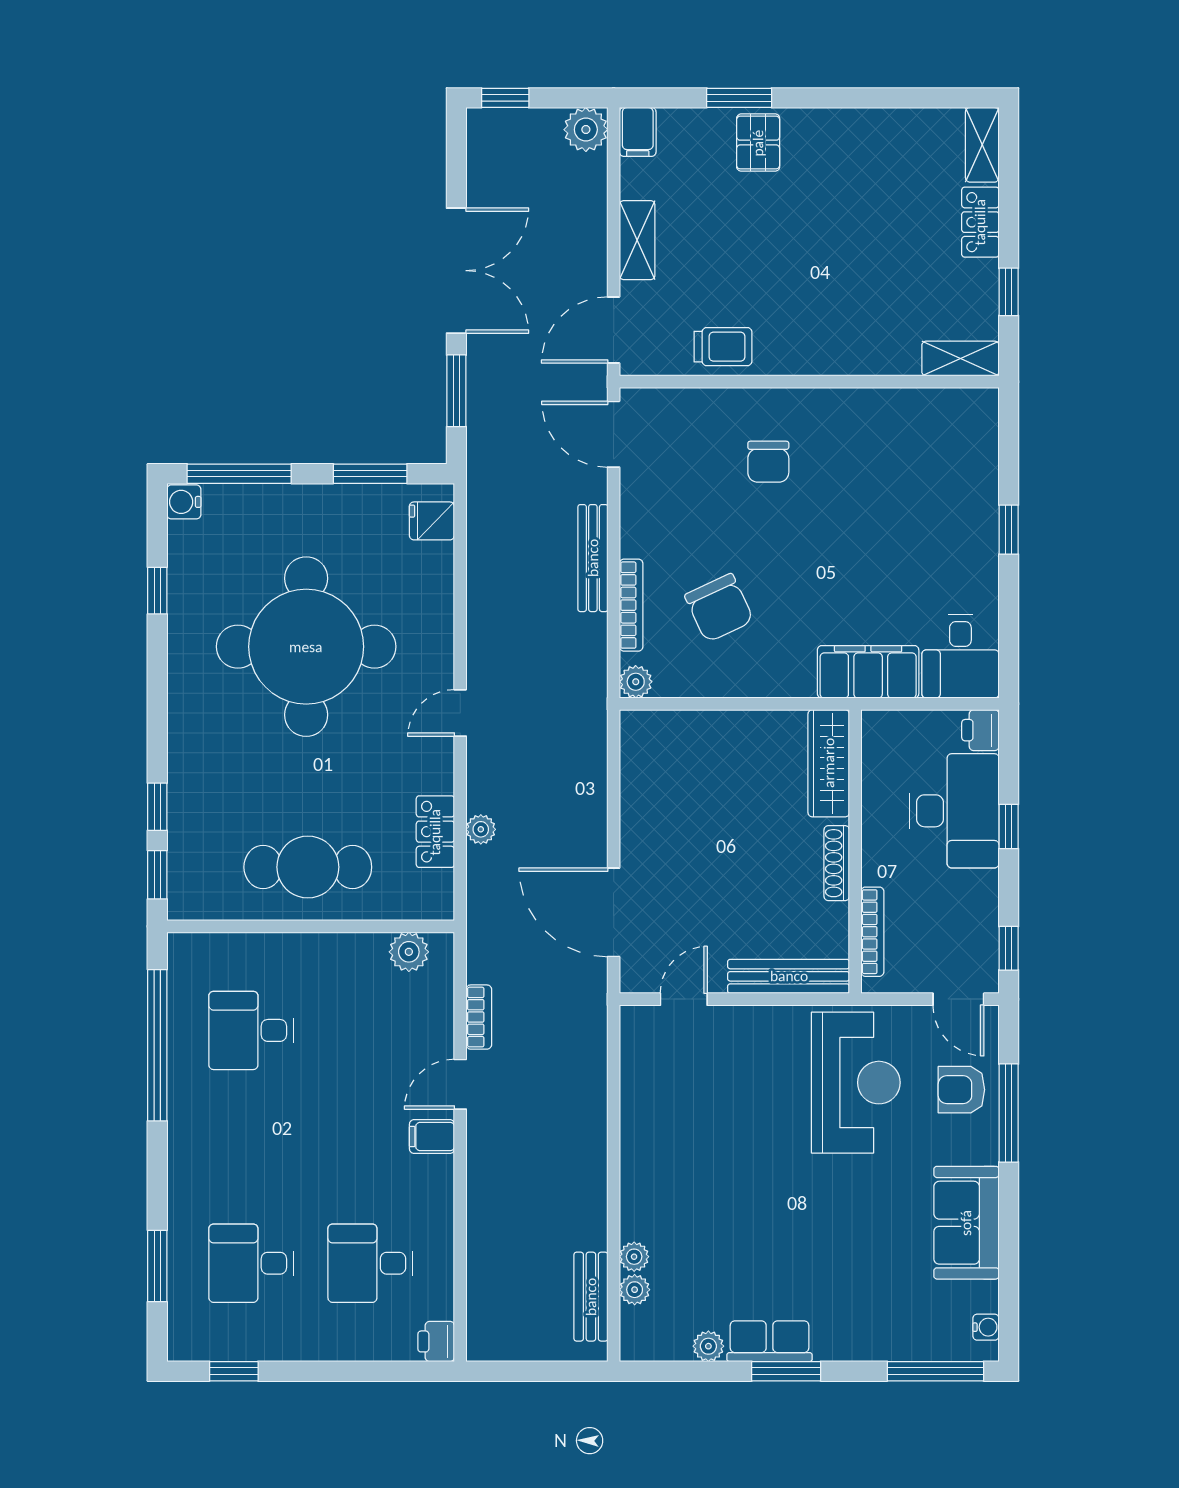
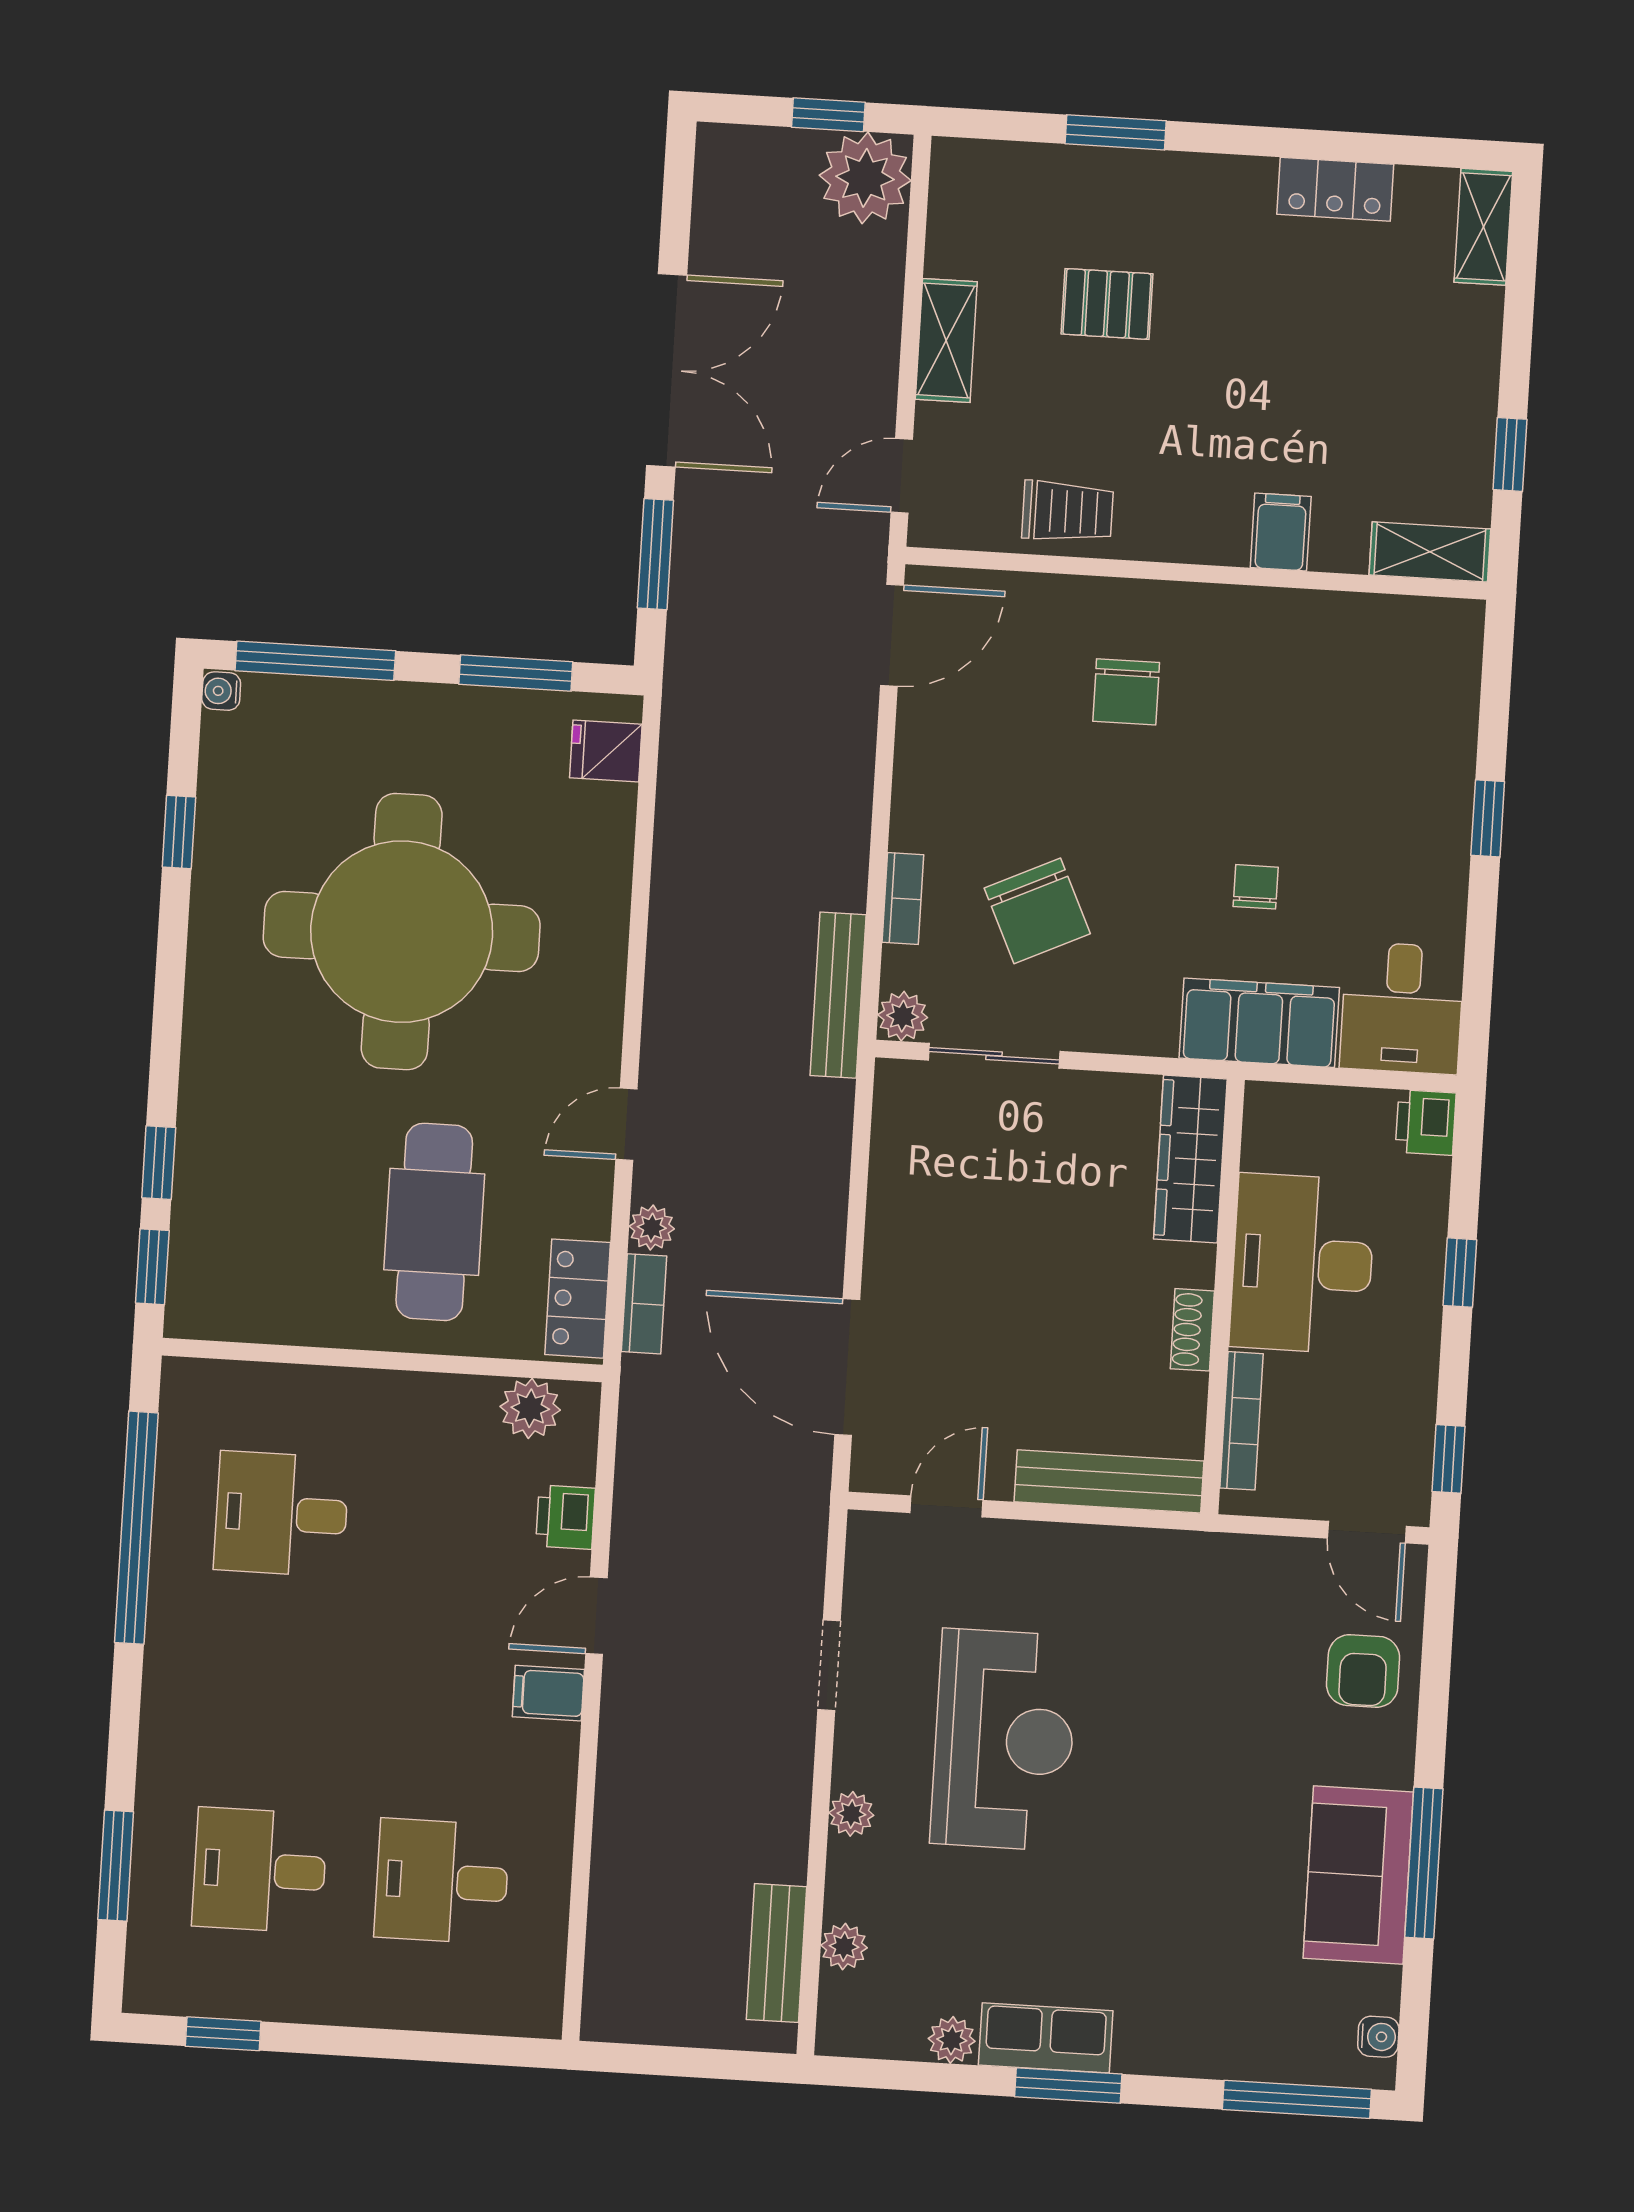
window: (505, 98) -> (828, 115), moved
plant: (586, 130) -> (865, 178), width x1.36, depth x1.36
filing cabinet: (638, 132) -> (1281, 532), moved, turned 180
pallet: (758, 143) -> (1107, 304), moved, turned 90
locker: (980, 222) -> (1335, 189), moved, turned -90
door: (614, 330) -> (902, 476), width x0.73
door: (614, 434) -> (892, 635), swing flipped
water cooler: (184, 502) -> (221, 691), width x0.72, depth x0.72
bench: (593, 558) -> (838, 995), moved
chair: (860, 583) -> (1256, 887), added
bookcase: (631, 605) -> (903, 898), width x0.64
sliding door: (697, 704) -> (994, 1056), added
door: (460, 713) -> (626, 1124), moved
desk: (954, 811) -> (1302, 1264), moved, turned 180
locker: (435, 832) -> (578, 1299), moved
shoe rack: (837, 863) -> (1192, 1330), width x0.70
cafe table: (308, 867) -> (434, 1222), moved, turned 90
bookcase: (479, 1017) -> (644, 1304), moved
reception desk: (856, 1083) -> (1004, 1740), moved
armchair: (961, 1090) -> (1363, 1671), turned -90
doorway: (614, 1107) -> (829, 1665), added
window: (1009, 1113) -> (1424, 1863), moved
plant: (634, 1257) -> (851, 1814), moved
printer: (436, 1341) -> (565, 1517), moved

